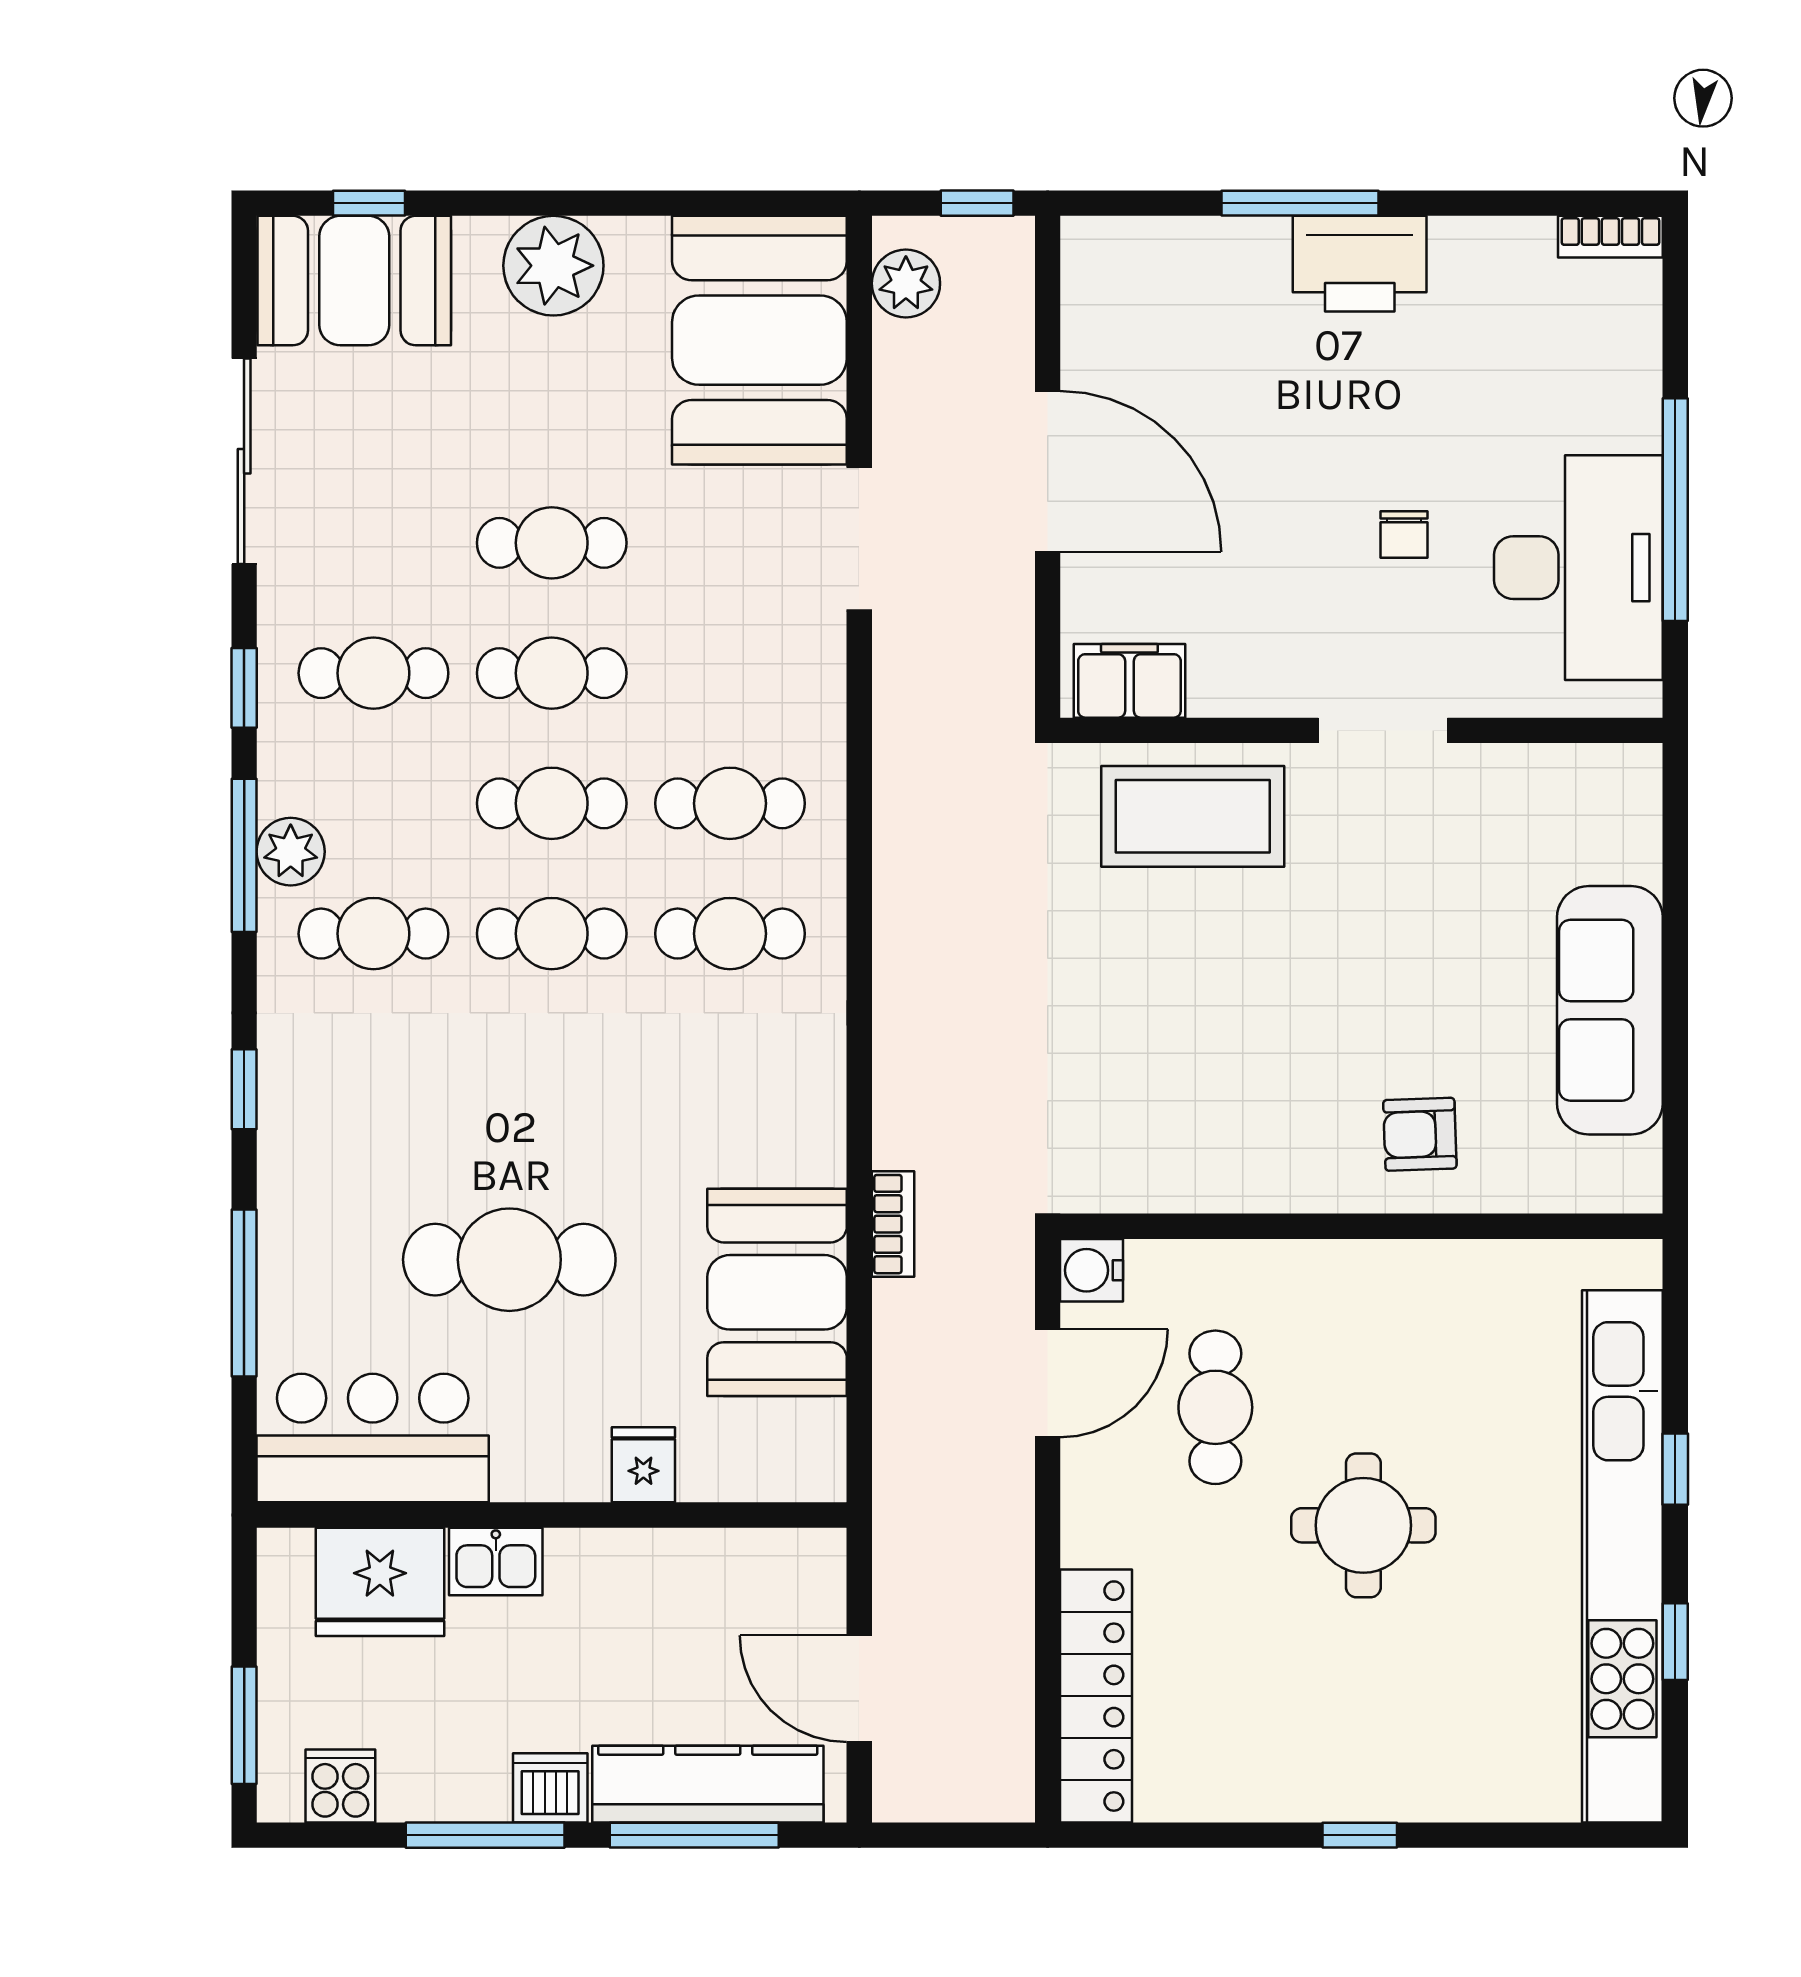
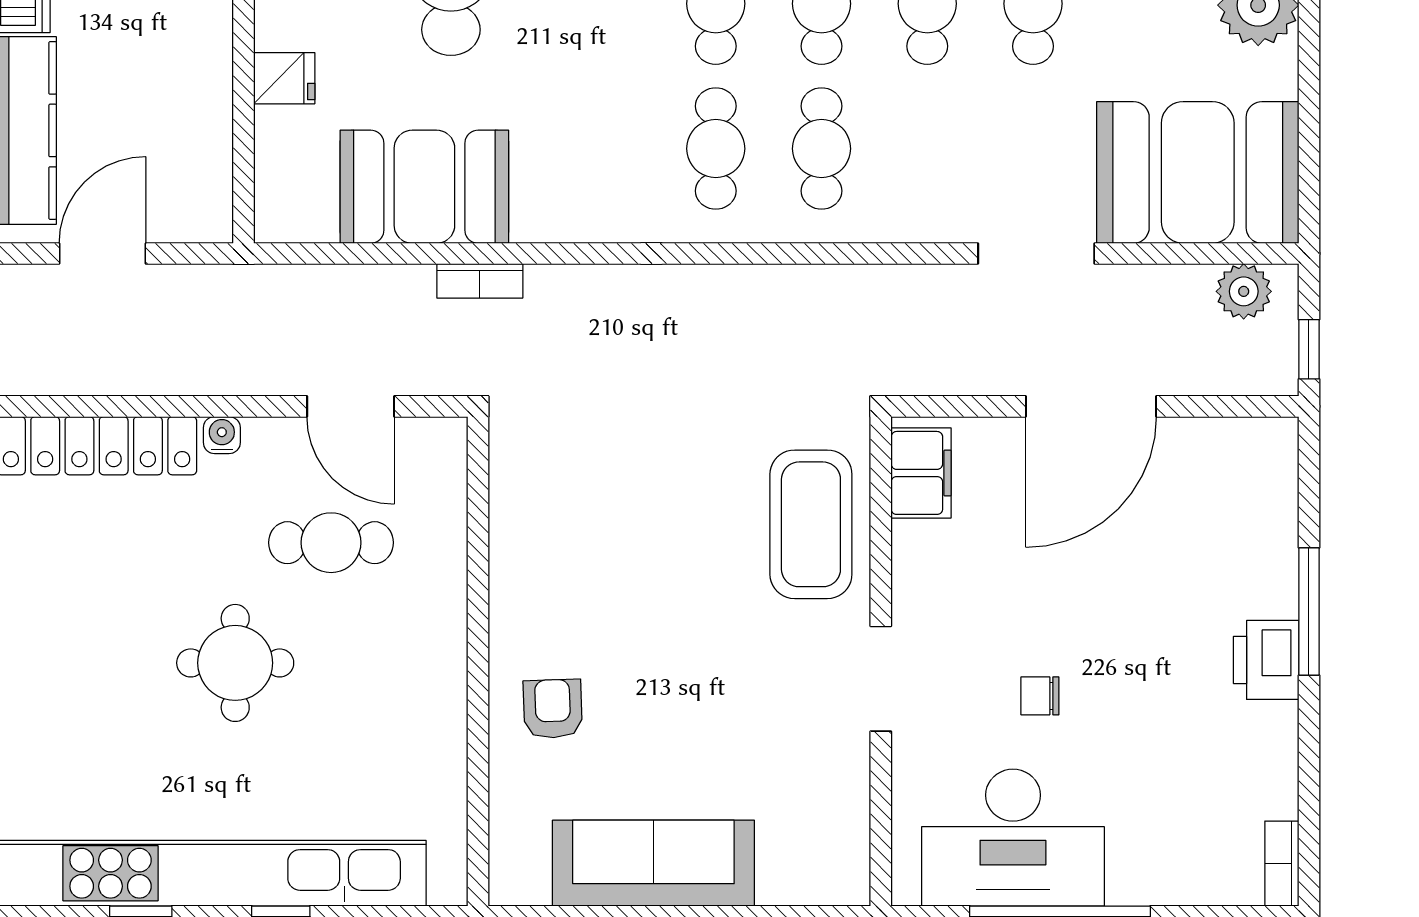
printer: (1360, 264) -> (1266, 660), width x0.73, depth x0.84
water cooler: (1092, 1270) -> (222, 435), moved, width x0.72, depth x0.72

